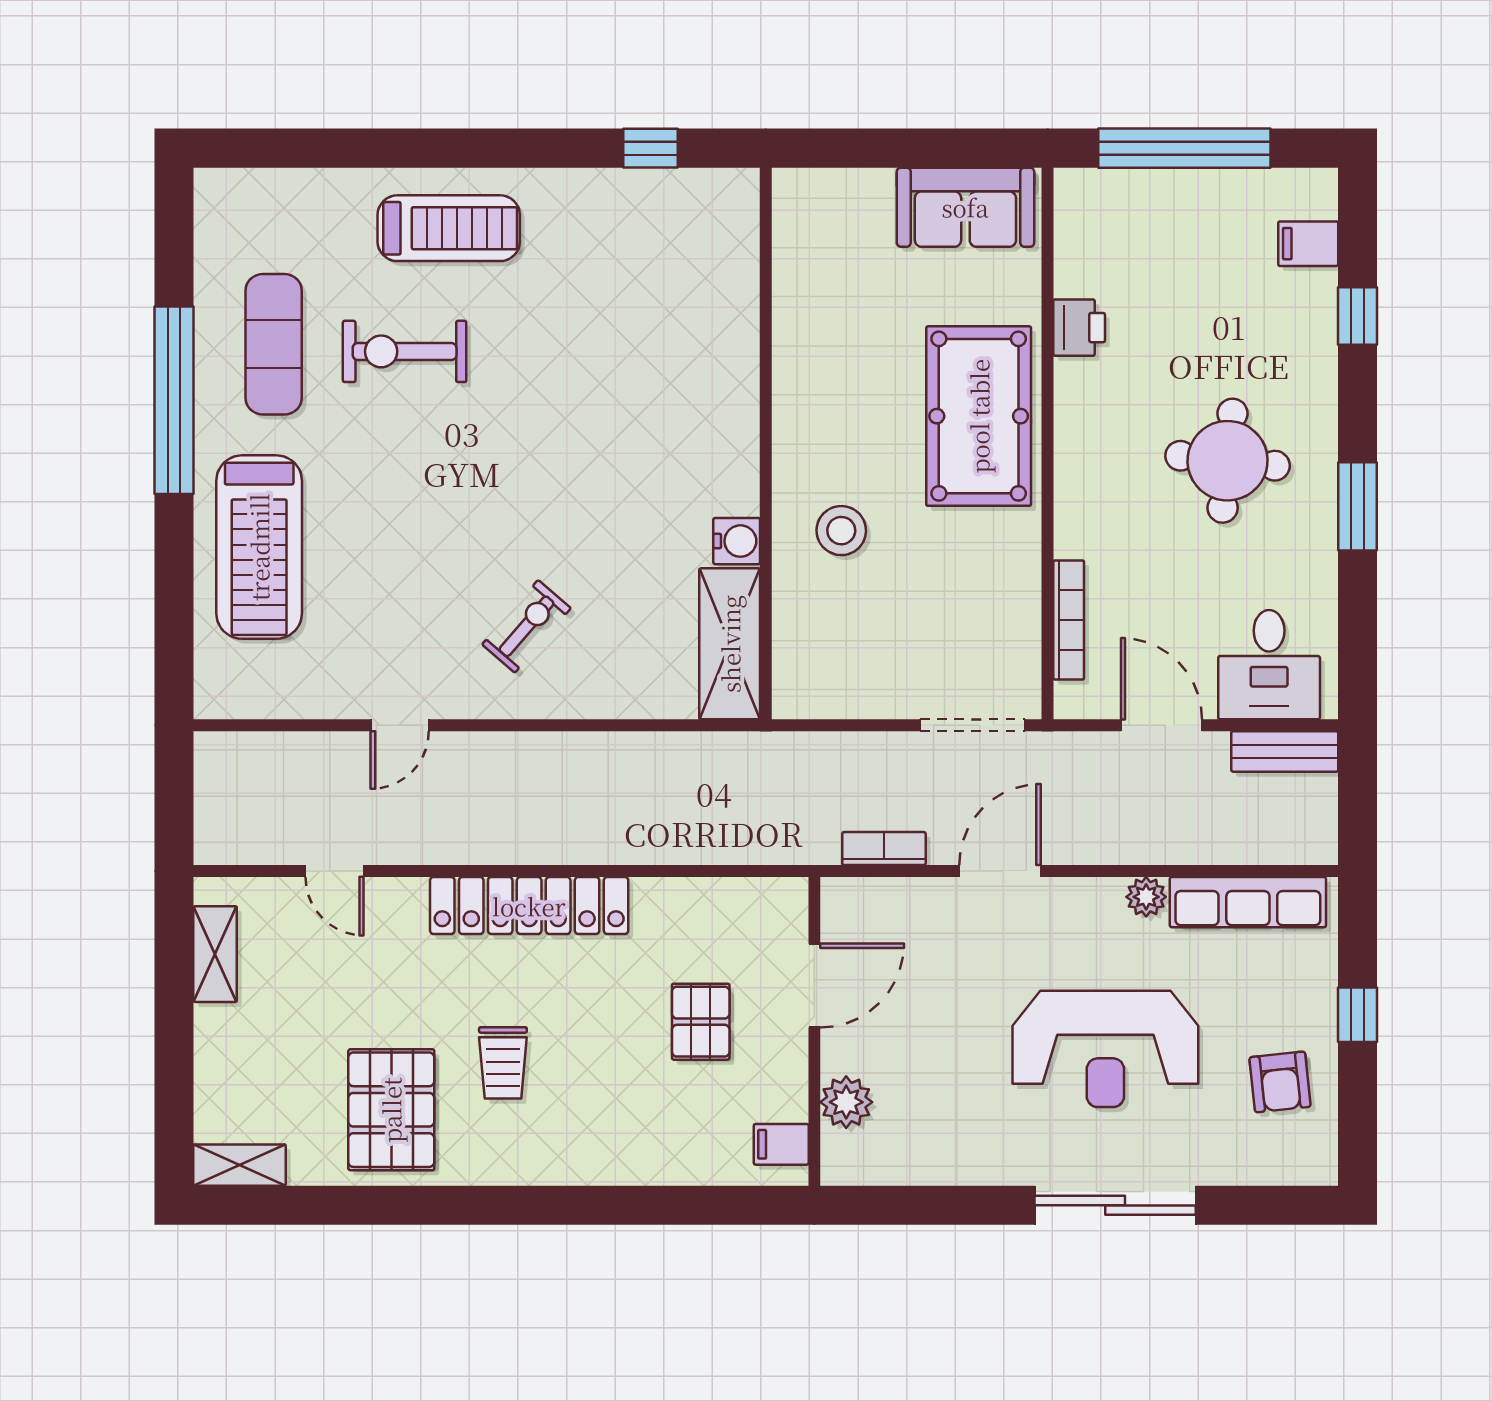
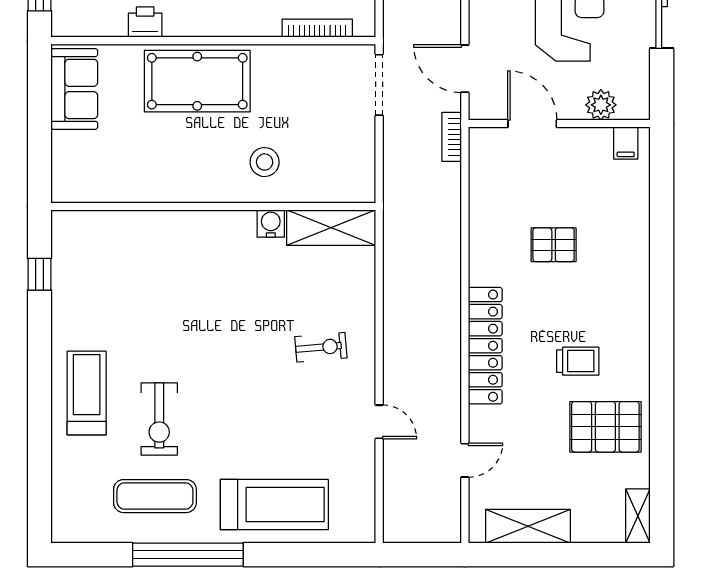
exercise bike: (527, 626) -> (321, 347), turned 134
shelving: (215, 954) -> (528, 526), width x1.50, depth x1.33
door: (814, 986) -> (532, 124), moved
wall: (814, 1031) -> (559, 124), moved
plant: (846, 1102) -> (601, 105), moved
filing cabinet: (781, 1144) -> (626, 143), moved

